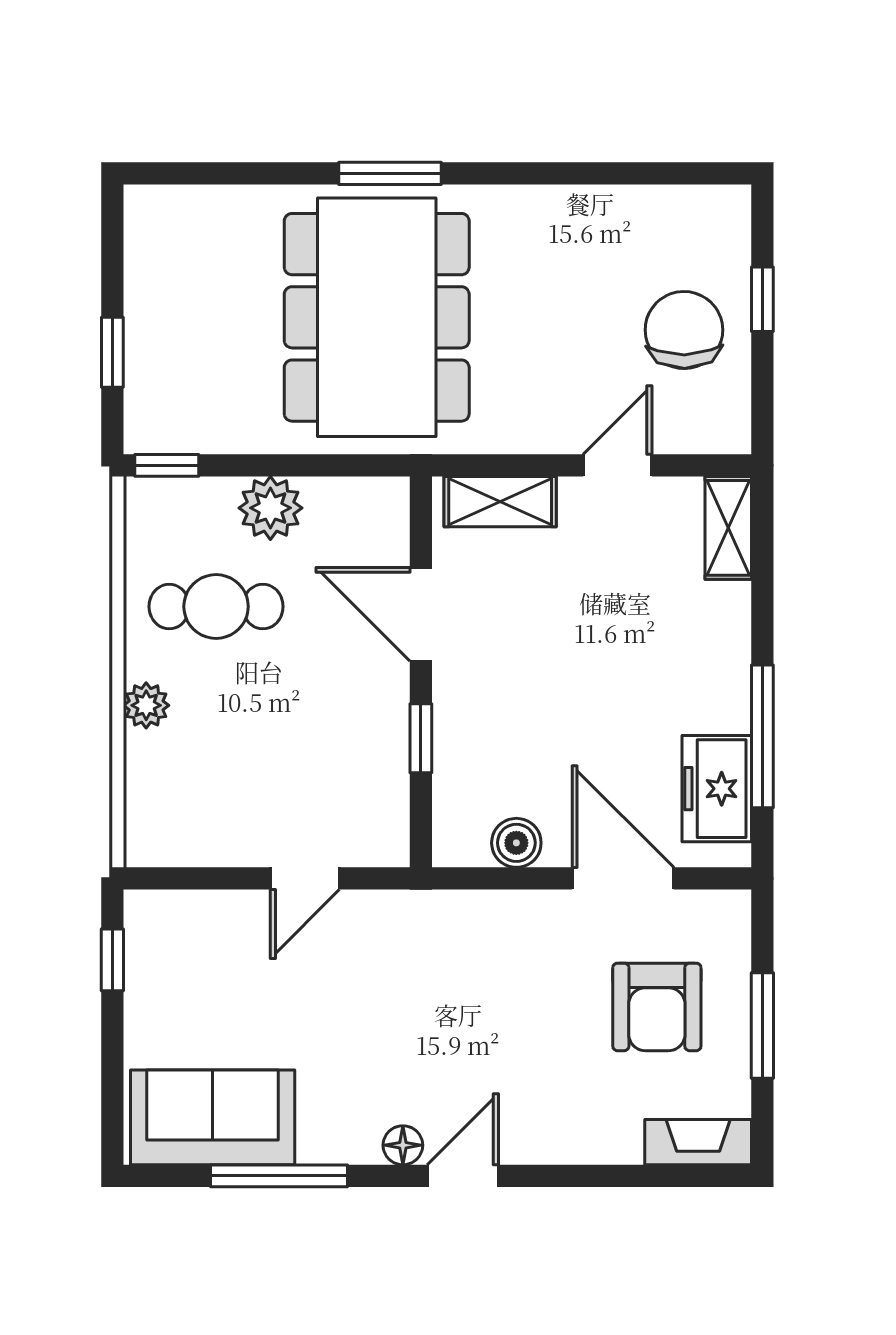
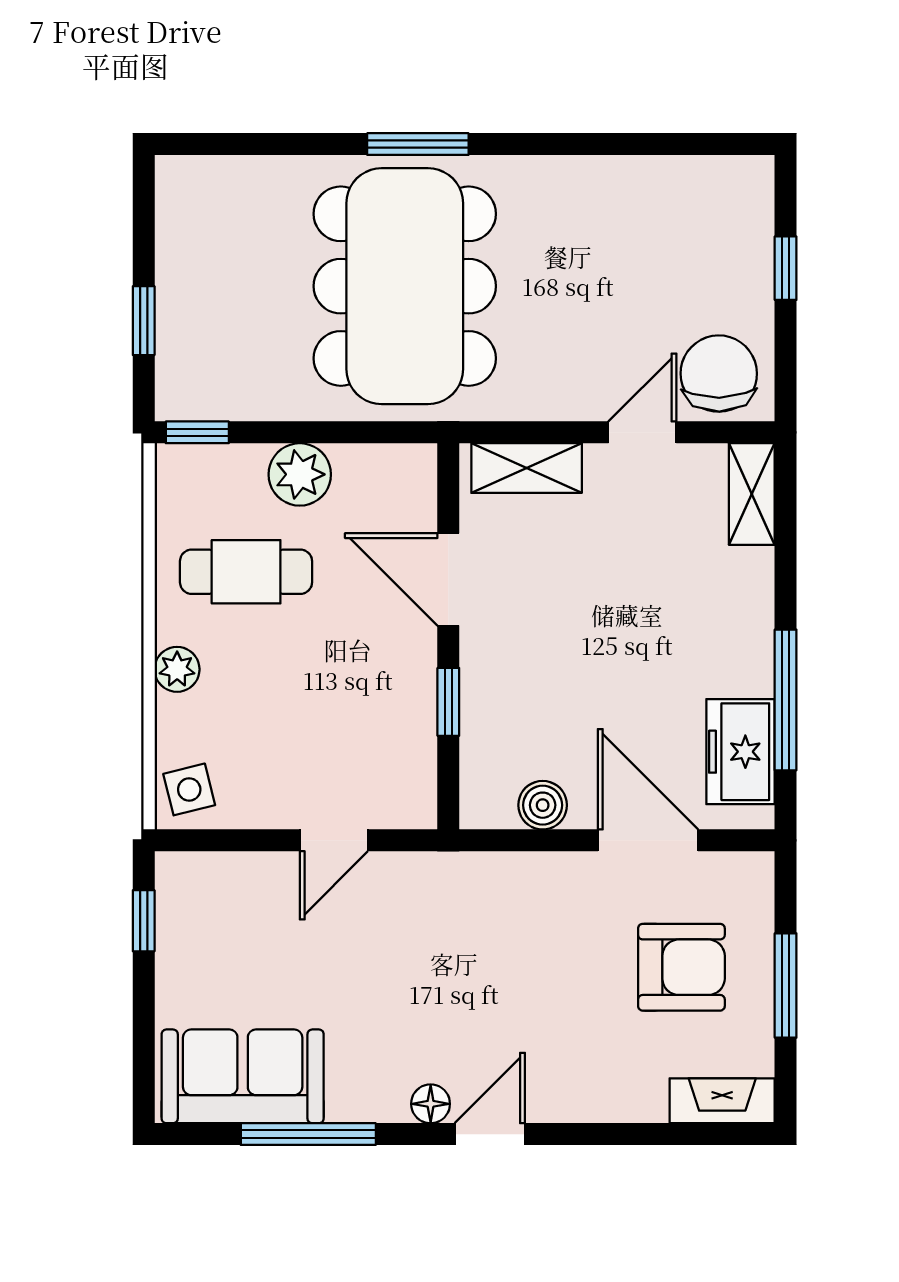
chair: (684, 330) -> (719, 374), moved
side table: (158, 827) -> (189, 789), added
armchair: (657, 1007) -> (681, 967), turned -90

